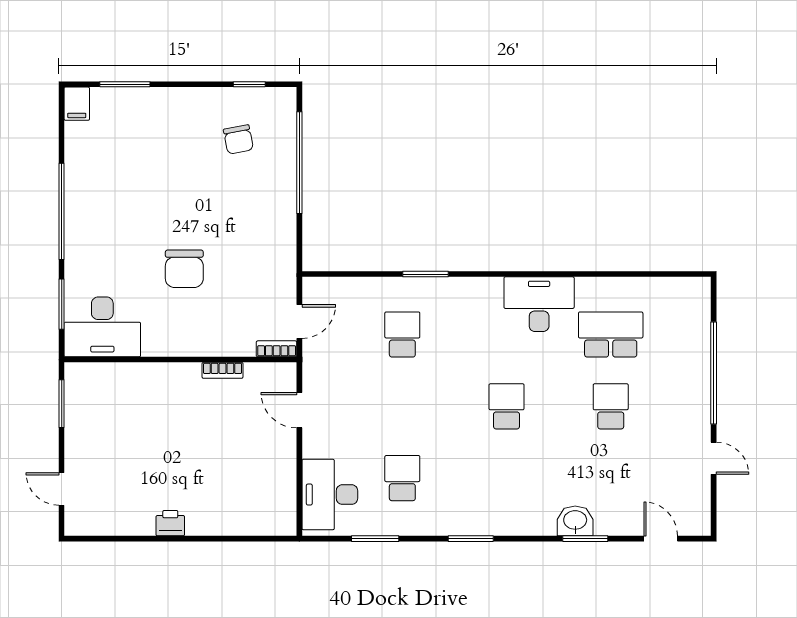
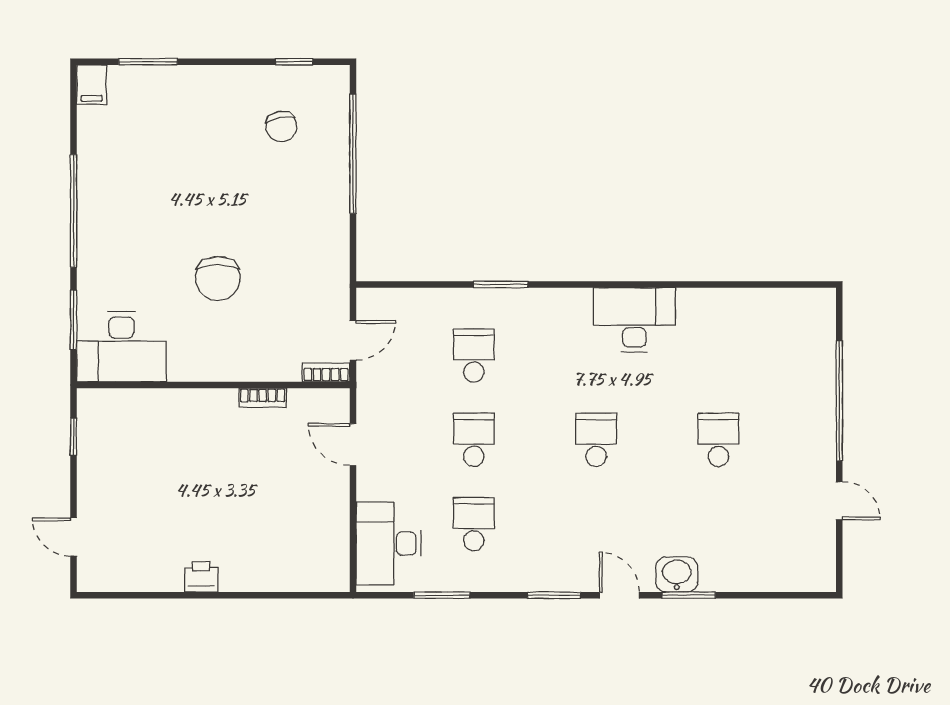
school desk: (611, 335) -> (474, 440), moved, width x0.54
window: (62, 404) -> (74, 437), width x0.67
door: (661, 539) -> (619, 595), moved

